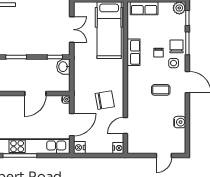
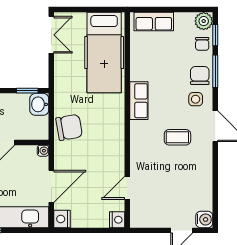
double door: (72, 30) -> (51, 35), moved
row of seats: (134, 52) -> (139, 101), moved
chair: (159, 53) -> (202, 44), moved
chair: (105, 100) -> (69, 127), moved
water cooler: (180, 122) -> (204, 219), moved

